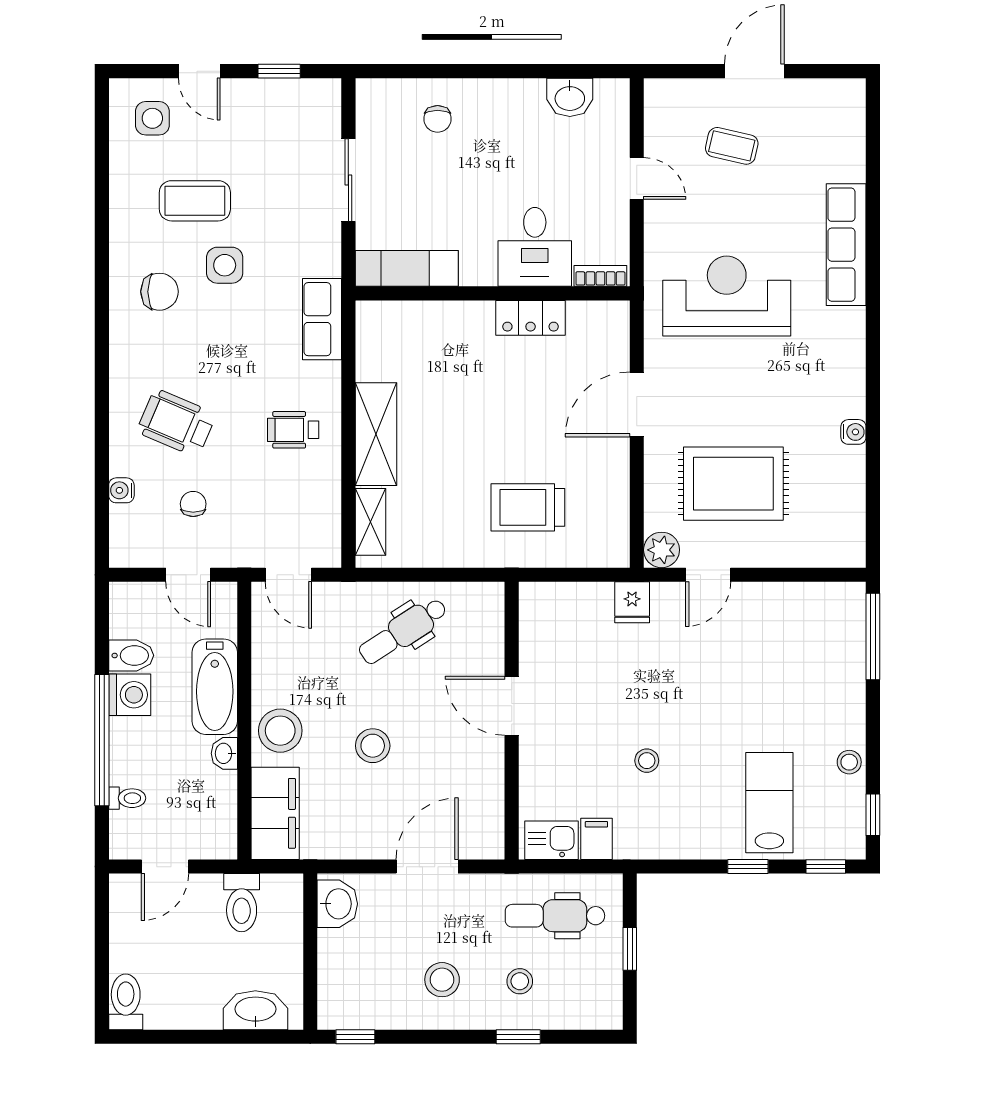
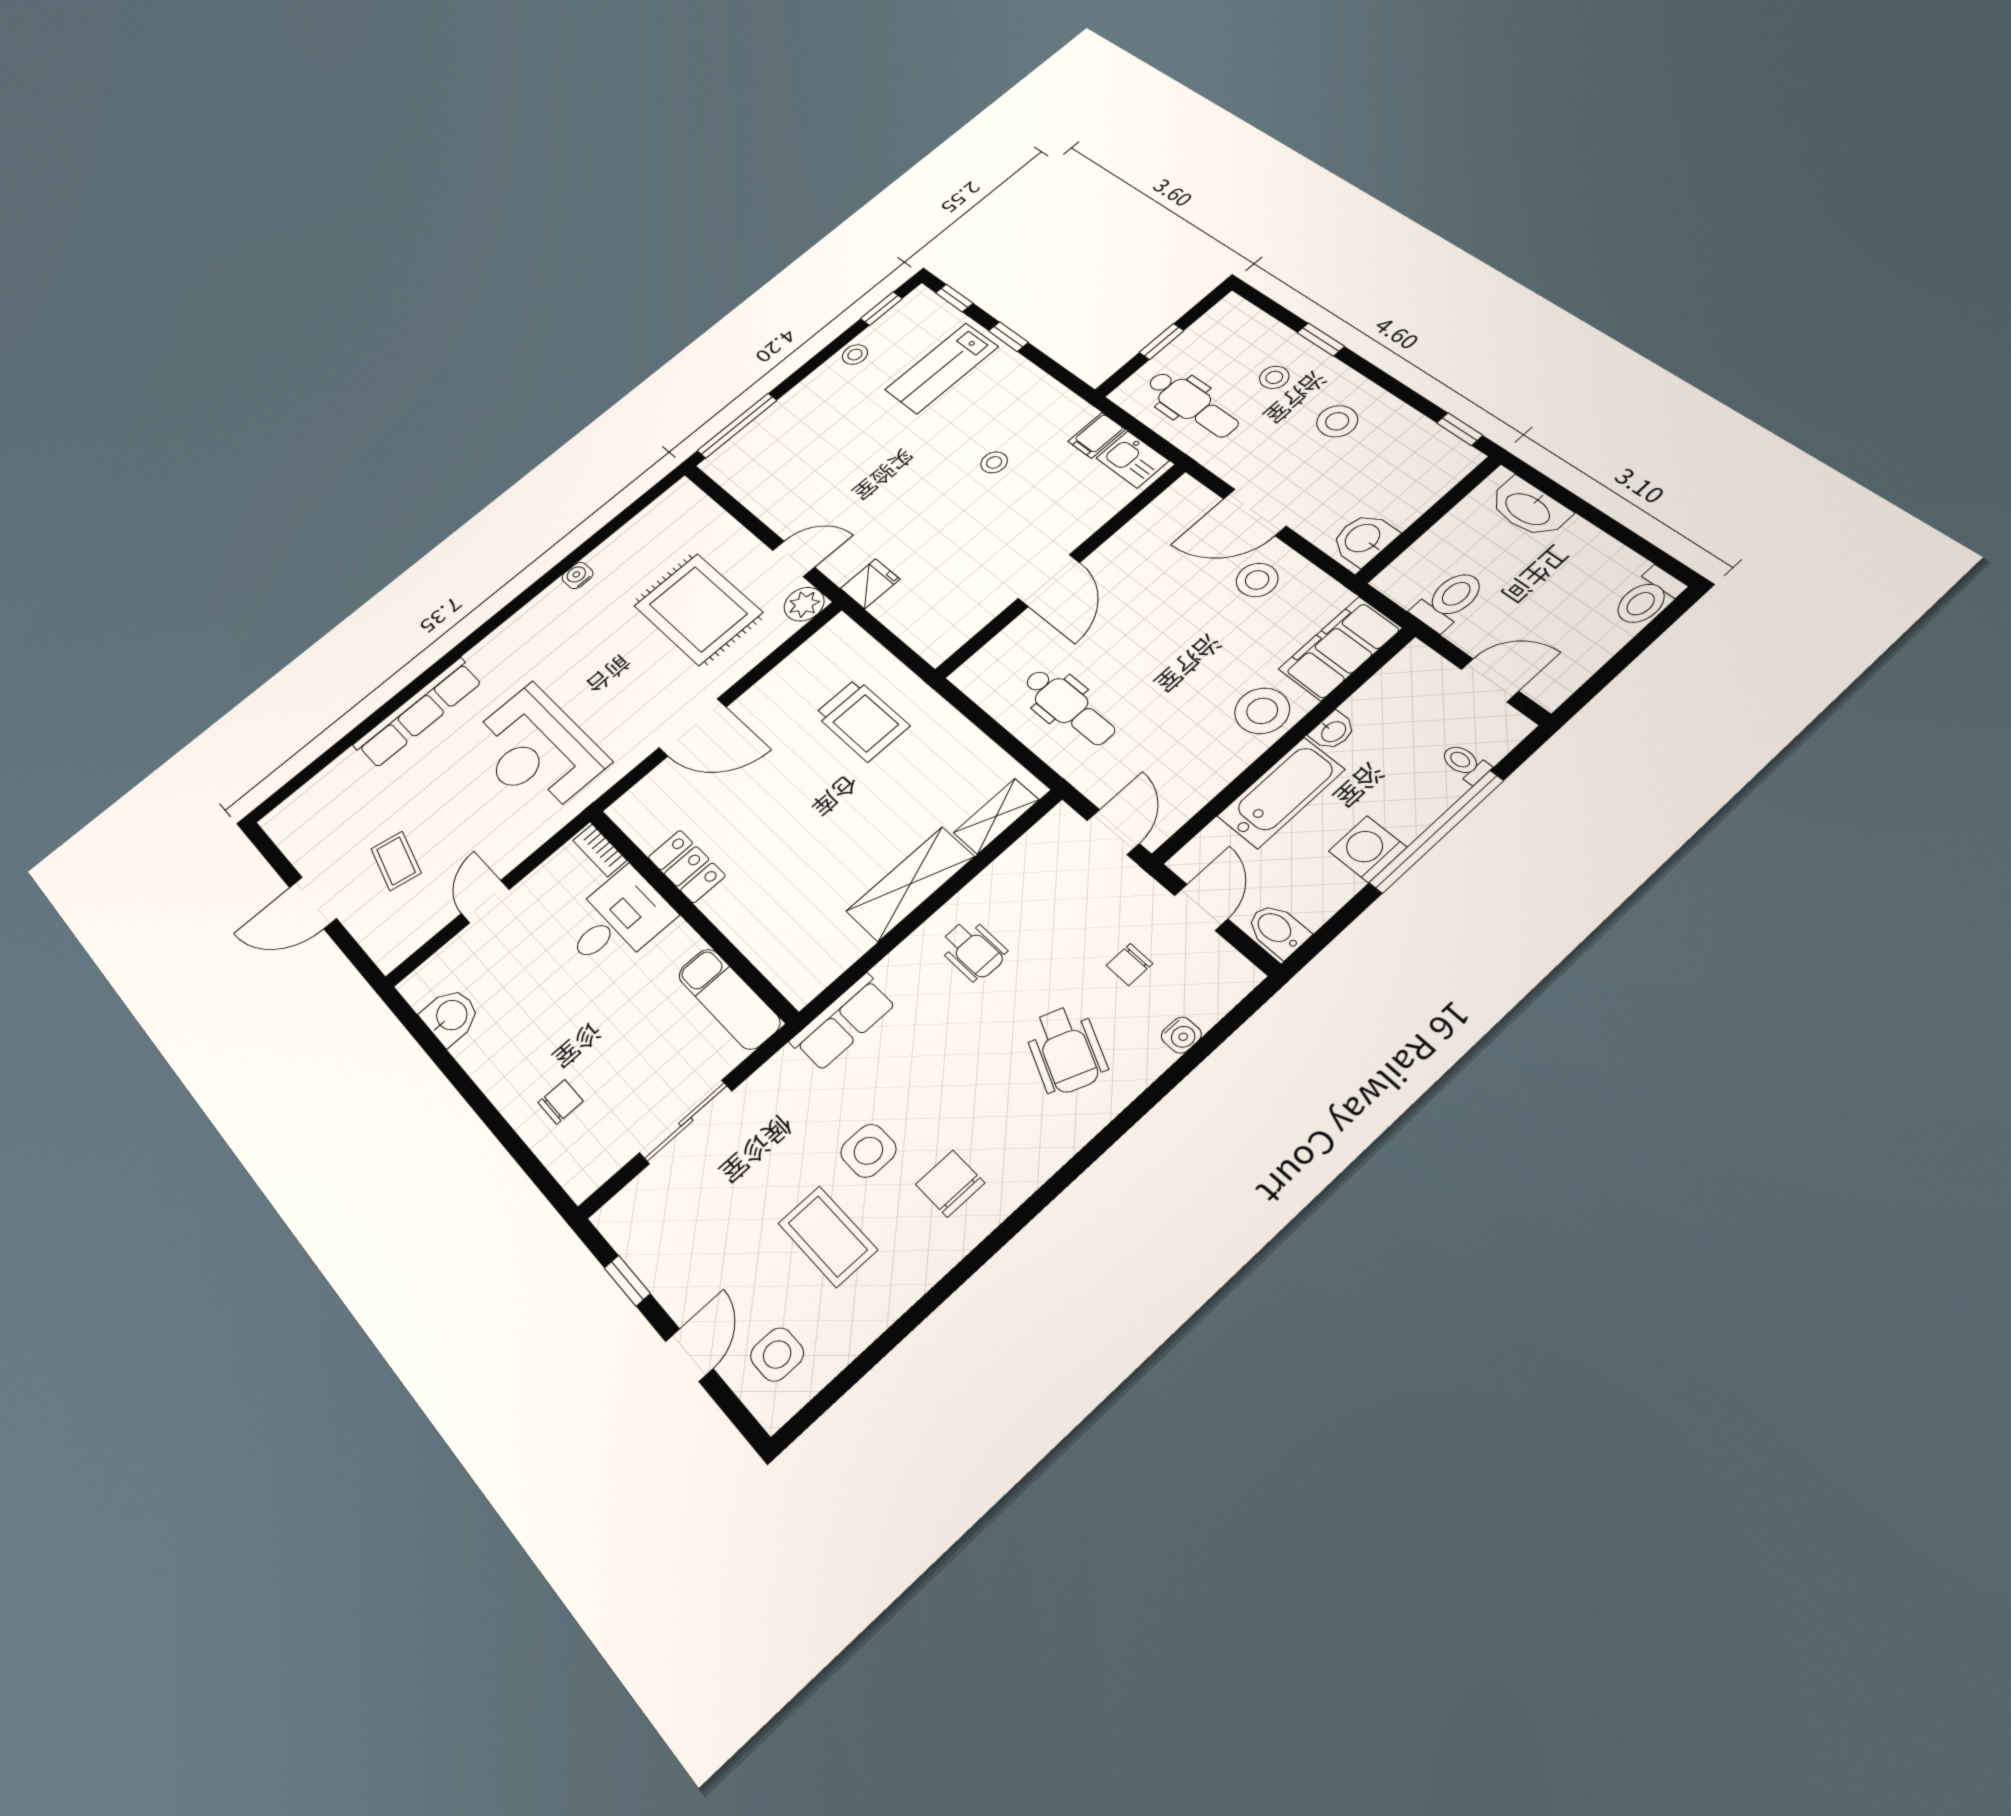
dental chair: (403, 631) -> (1069, 707), turned 33
bidet: (131, 655) -> (1277, 930), moved
stool: (373, 746) -> (1257, 580), moved

